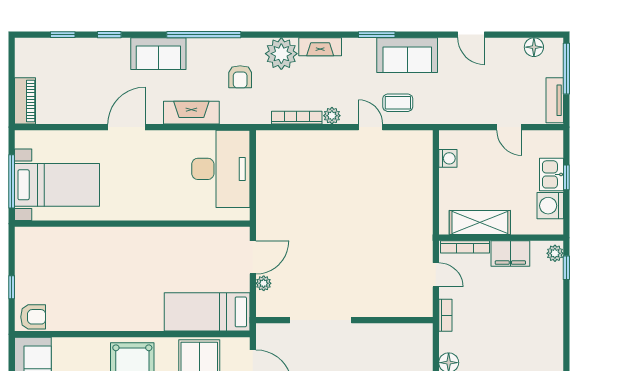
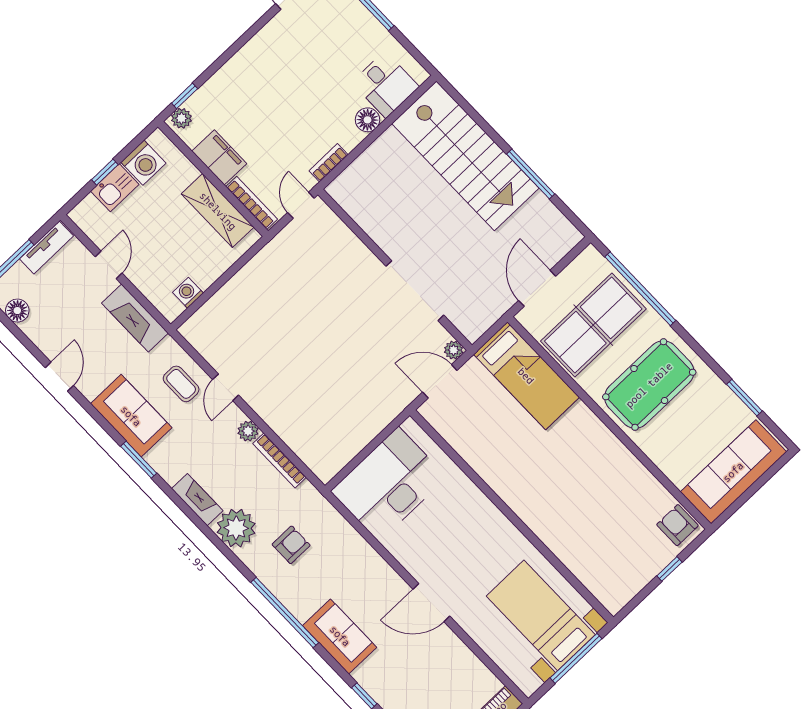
fireplace: (191, 113) -> (135, 318), moved
doorway: (321, 320) -> (415, 291), moved
wall: (344, 320) -> (395, 270), moved

